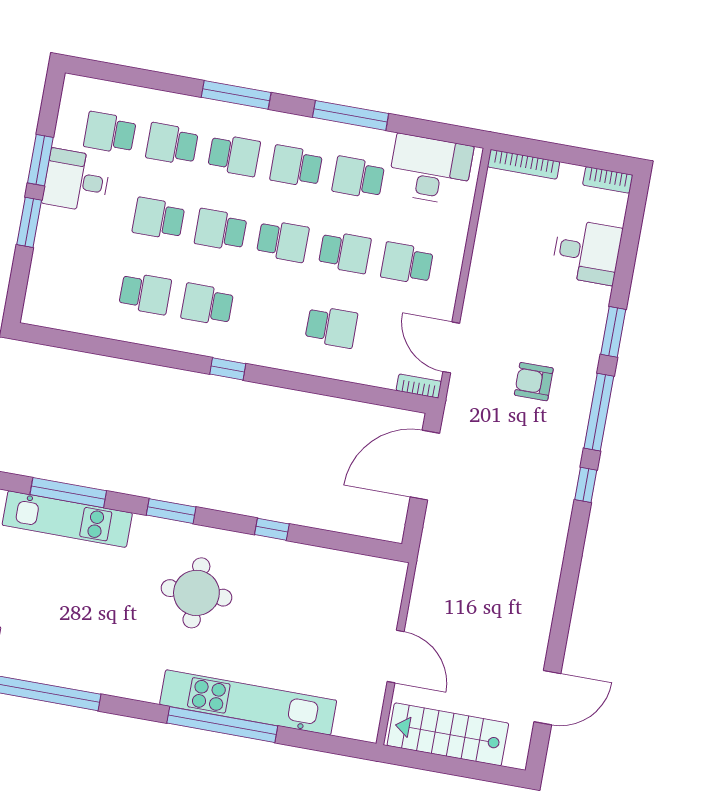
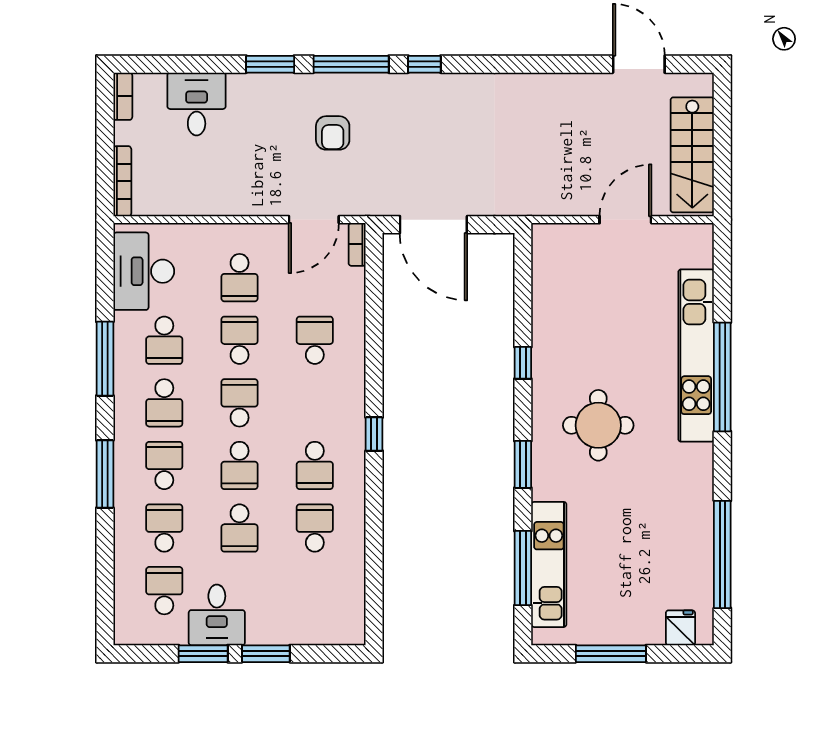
school desk: (110, 133) -> (164, 591), turned 180
school desk: (172, 144) -> (164, 528), turned 180

